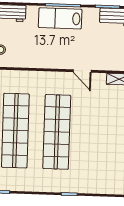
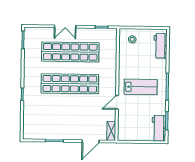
lab bench: (60, 18) -> (141, 87), moved, turned 90

